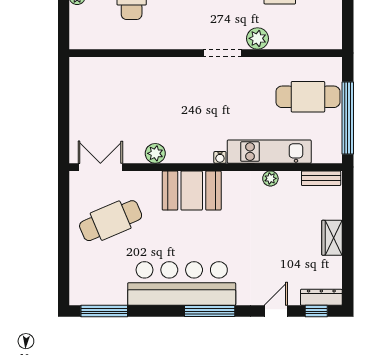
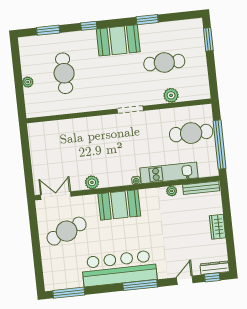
plant: (258, 38) -> (171, 95), moved
bench: (321, 178) -> (201, 188), width x1.36

